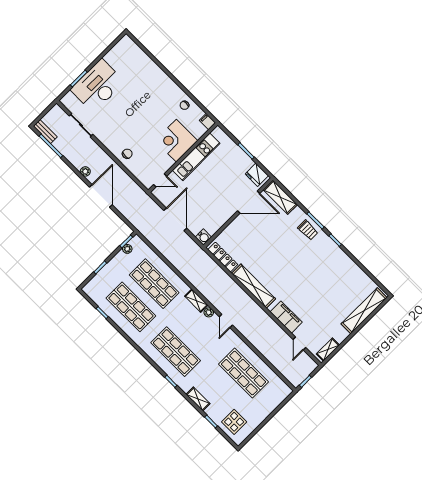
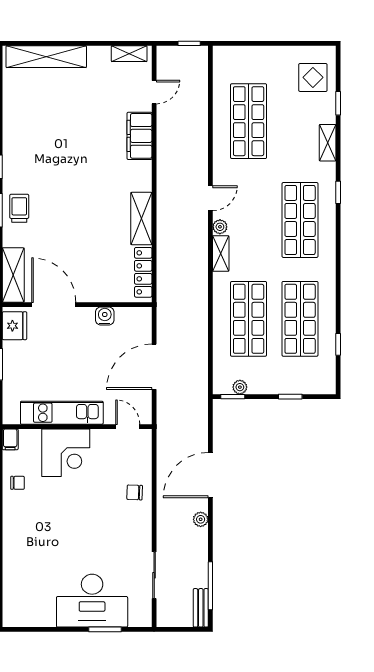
water cooler: (203, 237) -> (105, 316), moved
shelving: (254, 286) -> (141, 219), width x0.68

